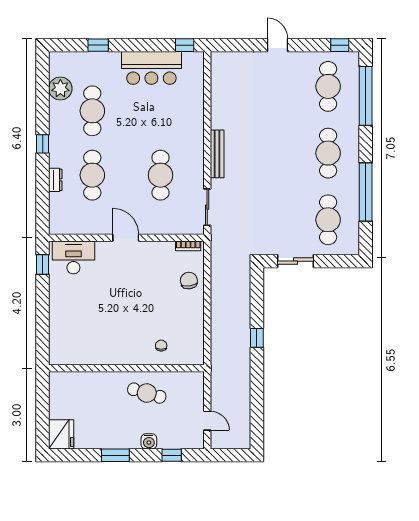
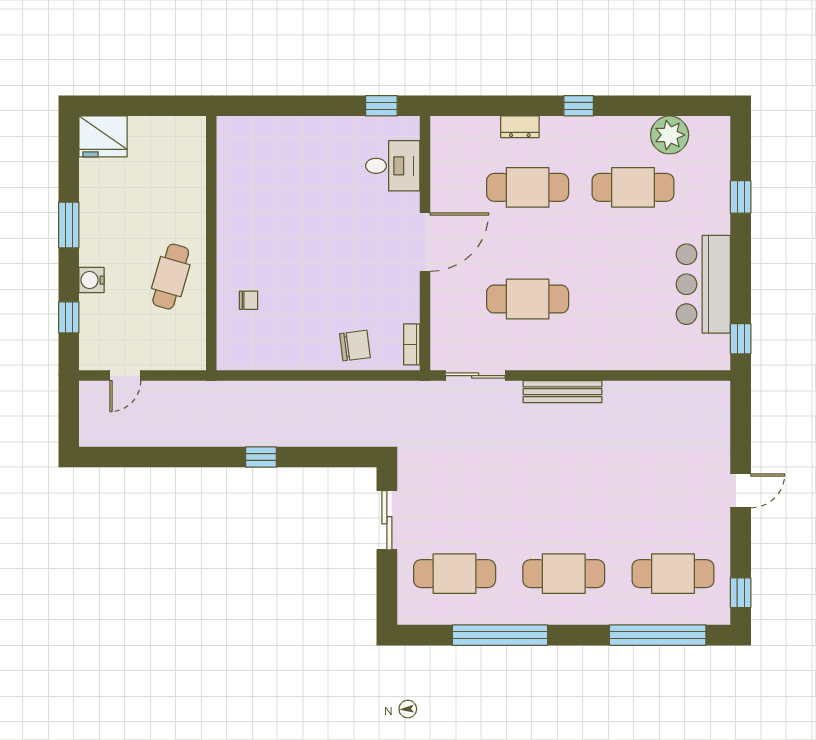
door: (126, 238) -> (425, 242), width x1.36
desk: (73, 257) -> (393, 166), width x0.73

